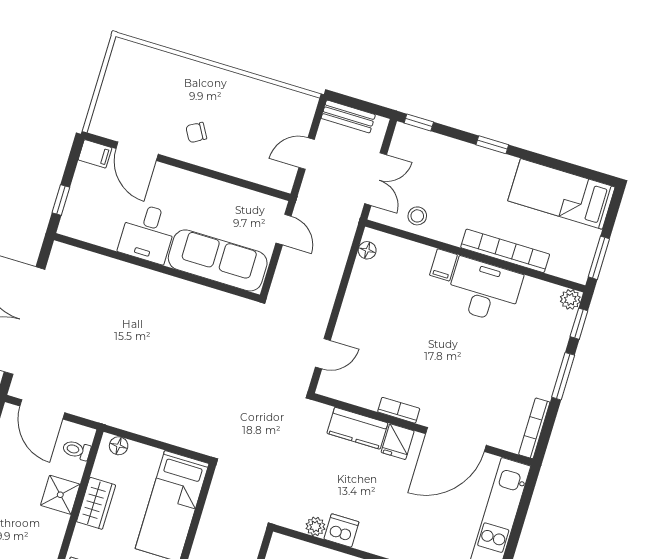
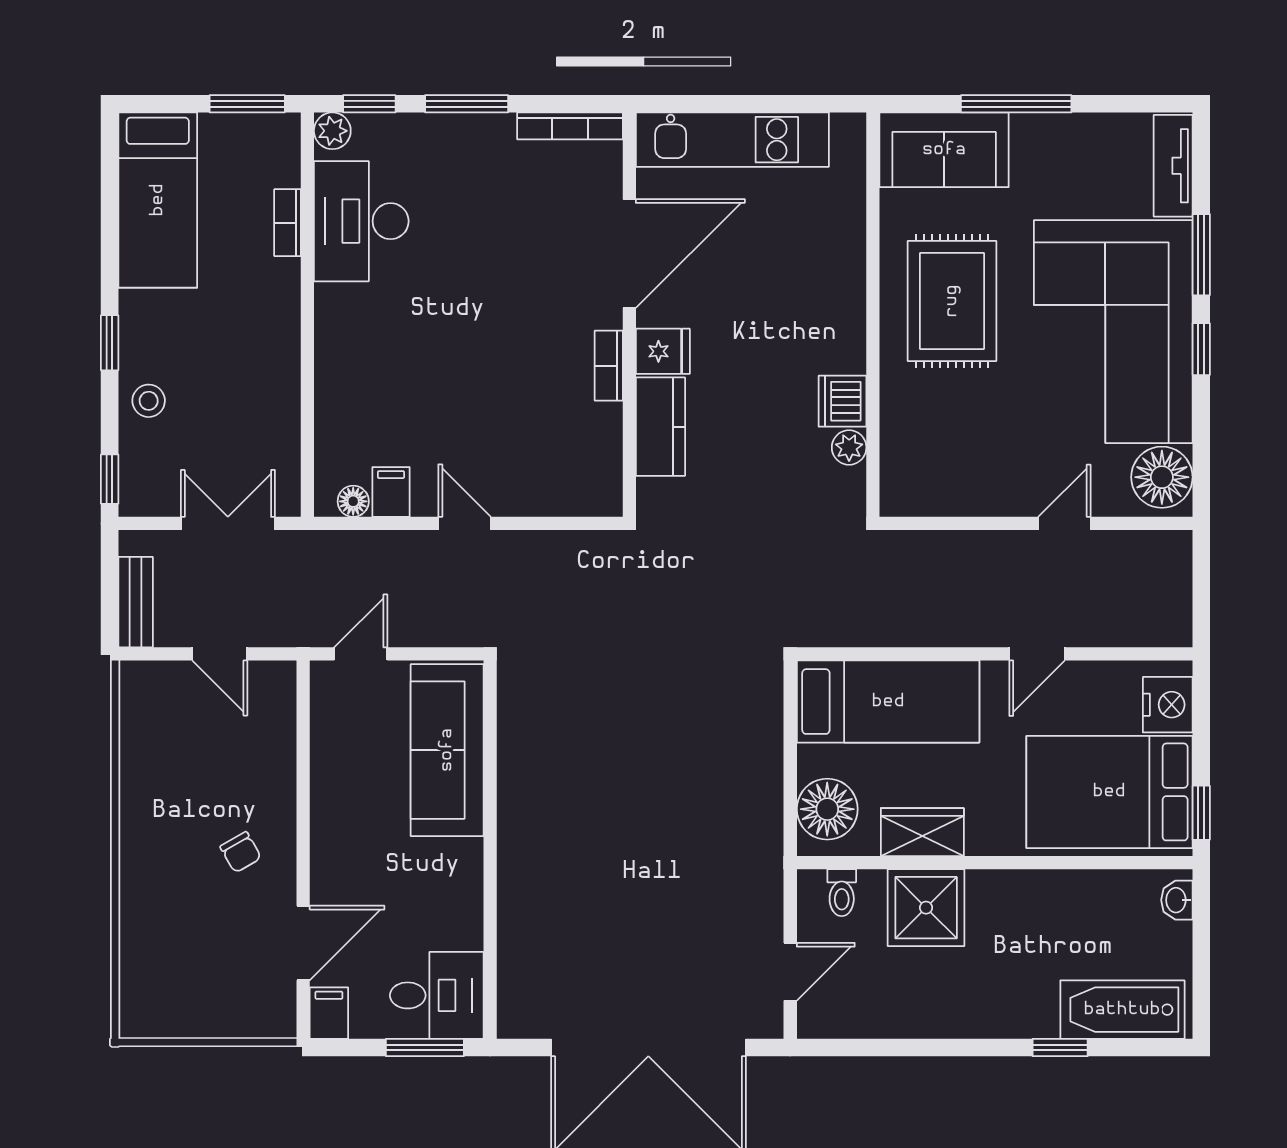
window: (61, 200) -> (425, 1048), width x1.50
stool: (417, 216) -> (149, 401), moved
desk: (148, 233) -> (437, 995), moved
bookcase: (505, 251) -> (288, 223), width x0.43, depth x0.76
filing cabinet: (443, 265) -> (391, 492), moved, turned -90
desk: (484, 290) -> (361, 221), moved
door: (323, 354) -> (465, 523), moved
door: (42, 409) -> (790, 972), width x0.73
door: (456, 440) -> (629, 254), hinge flipped
floor lamp: (119, 446) -> (827, 809), width x1.89, depth x1.89
shower: (60, 495) -> (926, 908), width x1.36, depth x1.36

